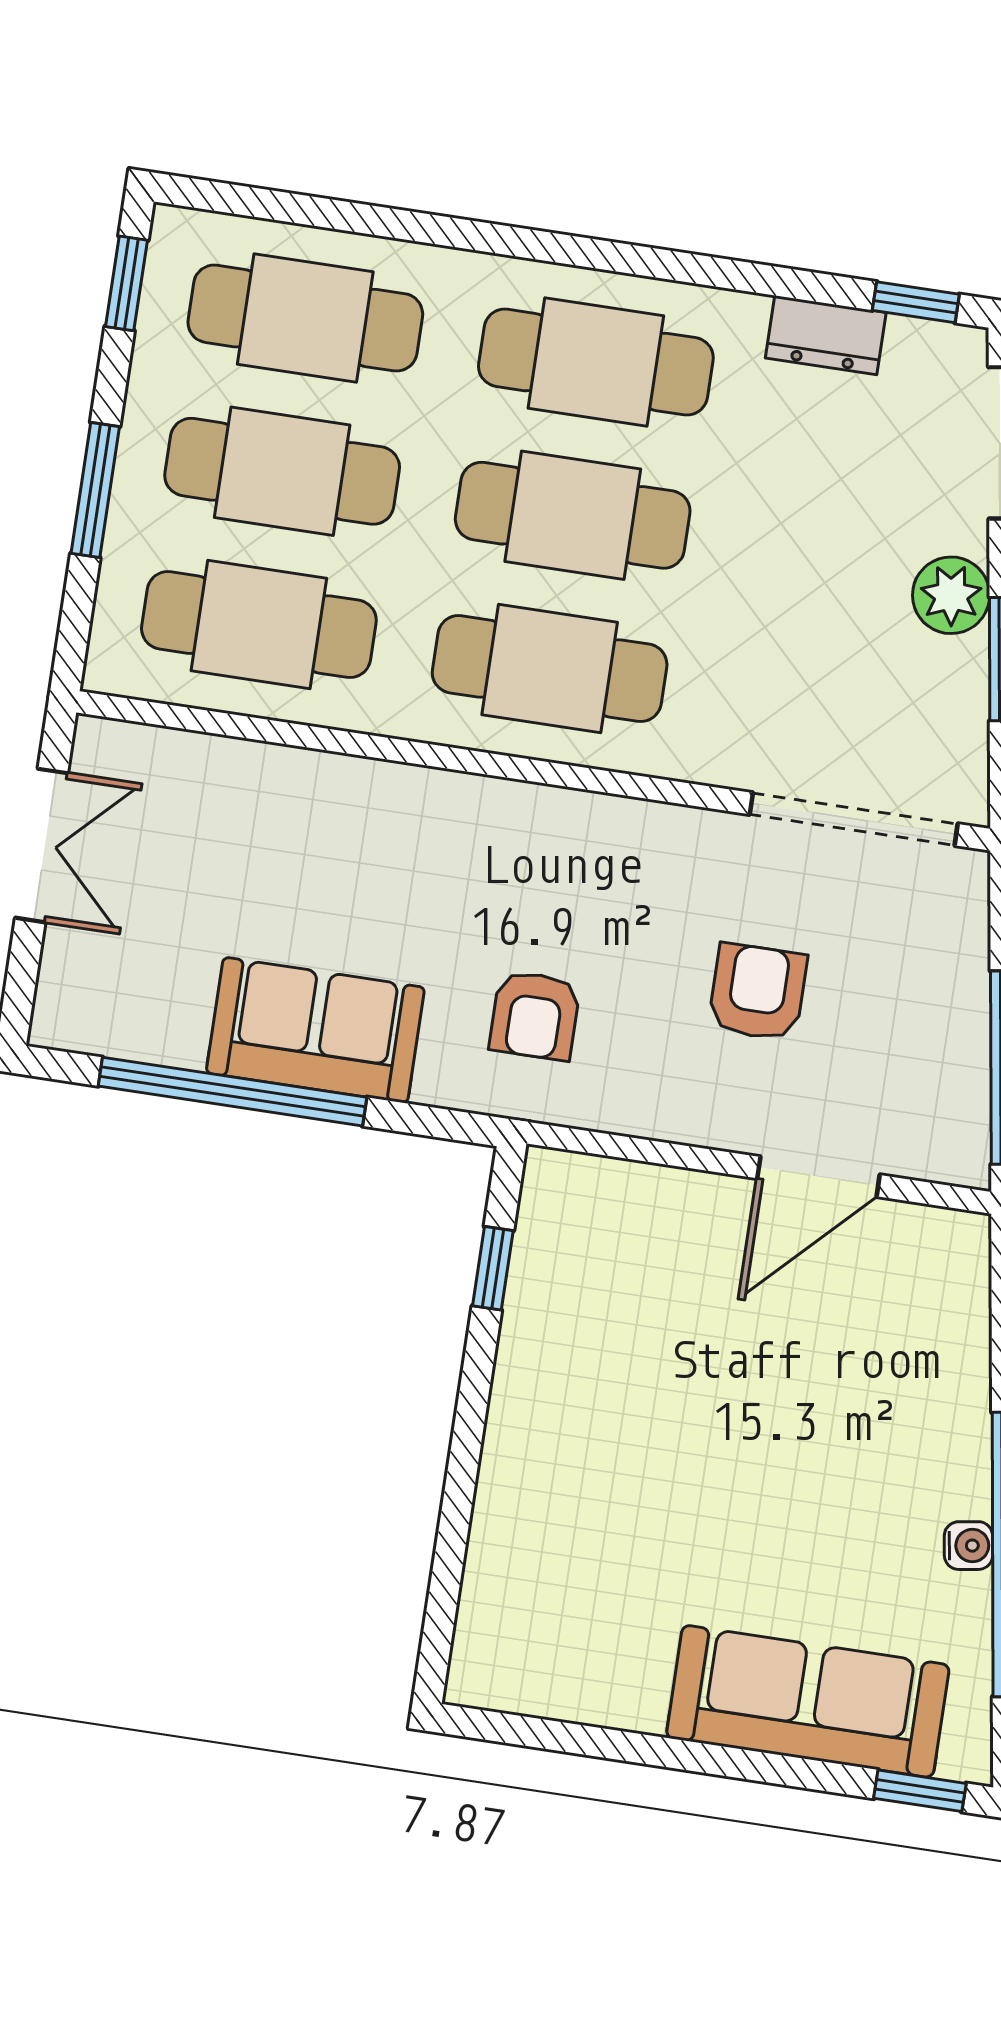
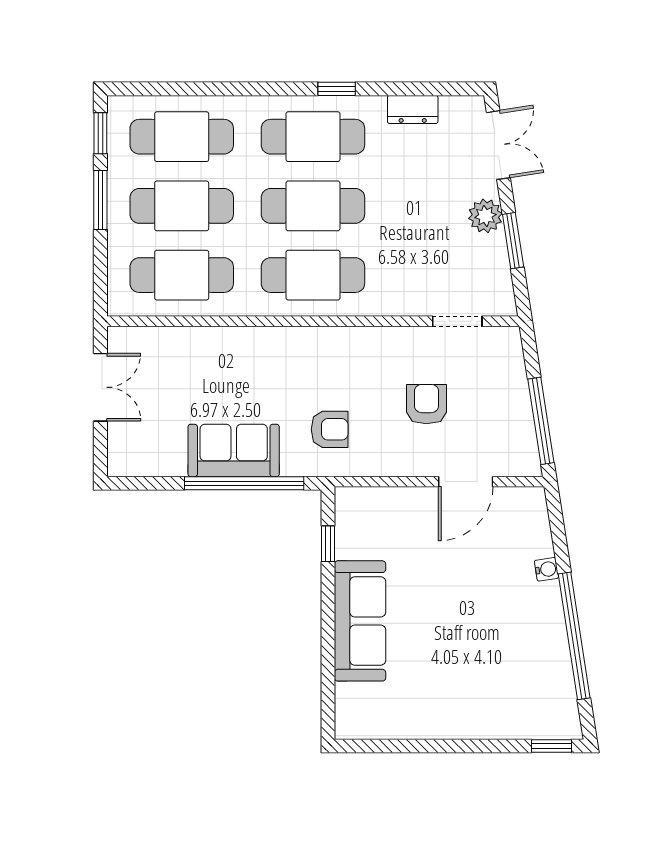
window: (916, 302) -> (337, 89), moved
window: (95, 490) -> (100, 200), moved
doorway: (854, 819) -> (457, 321), width x0.53
armchair: (535, 1015) -> (330, 429), turned -90
window: (232, 1092) -> (244, 483), moved
water cooler: (968, 1546) -> (546, 569), moved
sofa: (808, 1701) -> (360, 621), moved, turned 90

